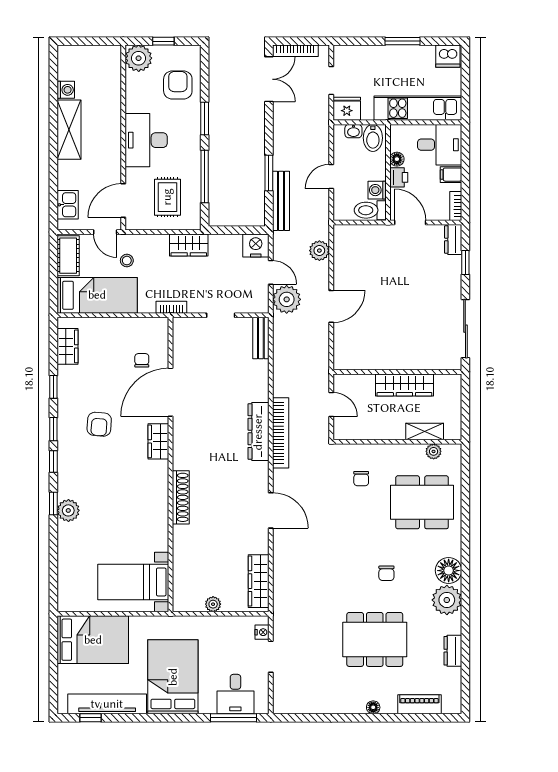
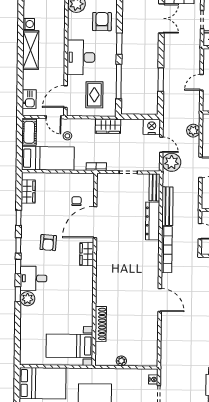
bench: (281, 201) -> (167, 206), moved
dresser: (258, 432) -> (153, 221), moved
desk: (77, 479) -> (34, 278), added
shoe rack: (181, 497) -> (101, 324), moved
wardrobe: (259, 581) -> (151, 346), removed

